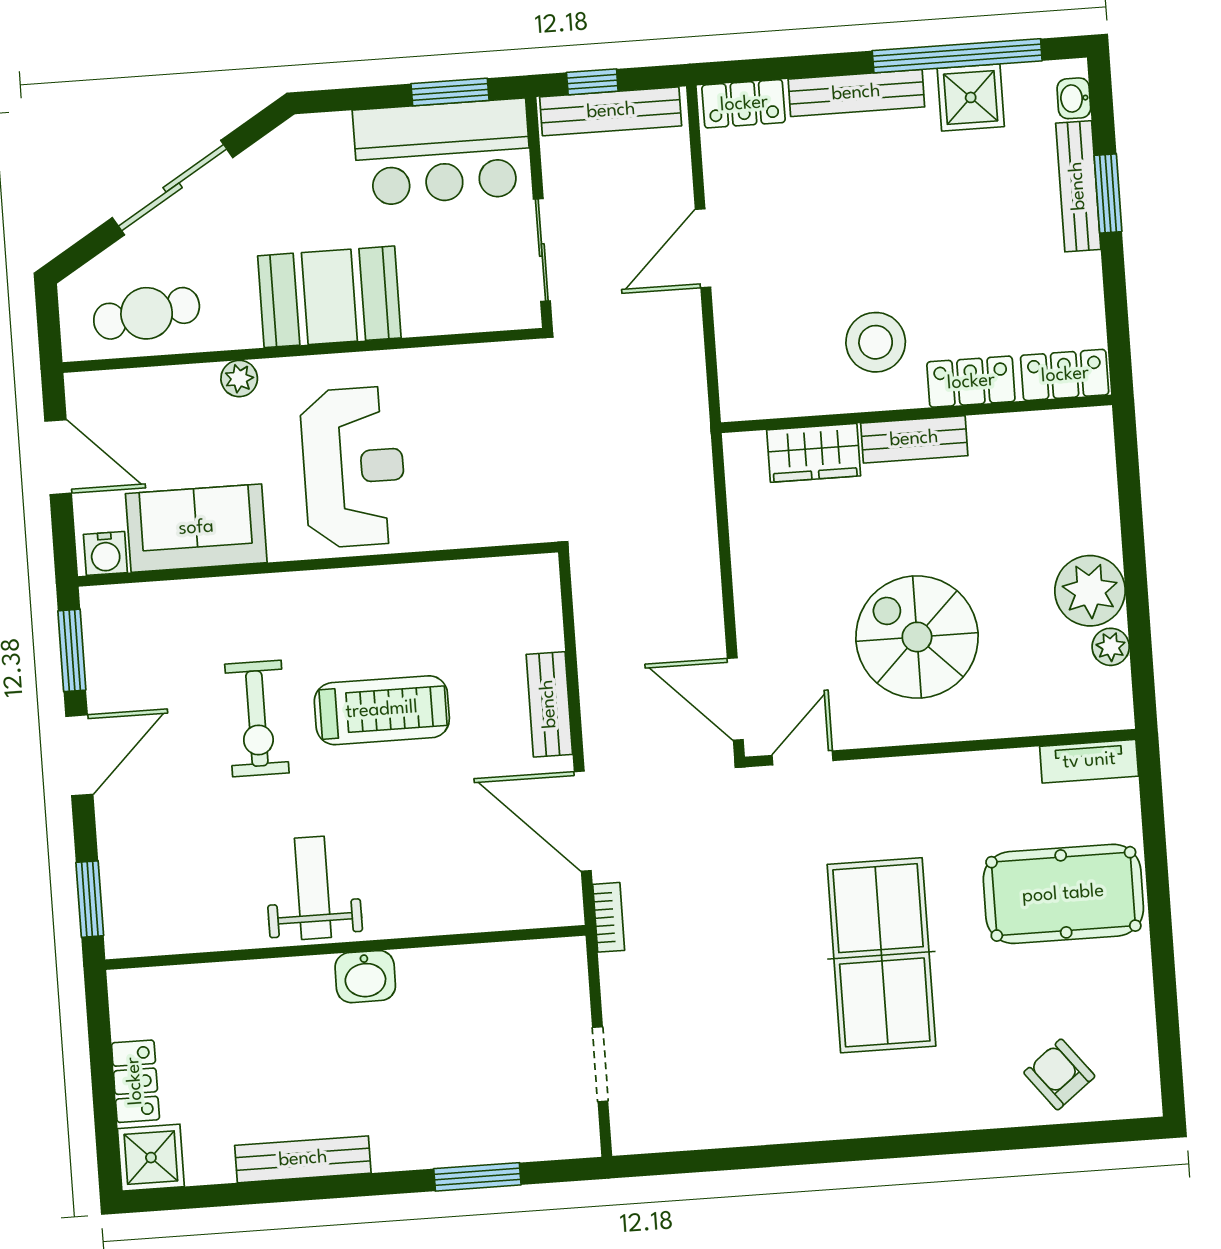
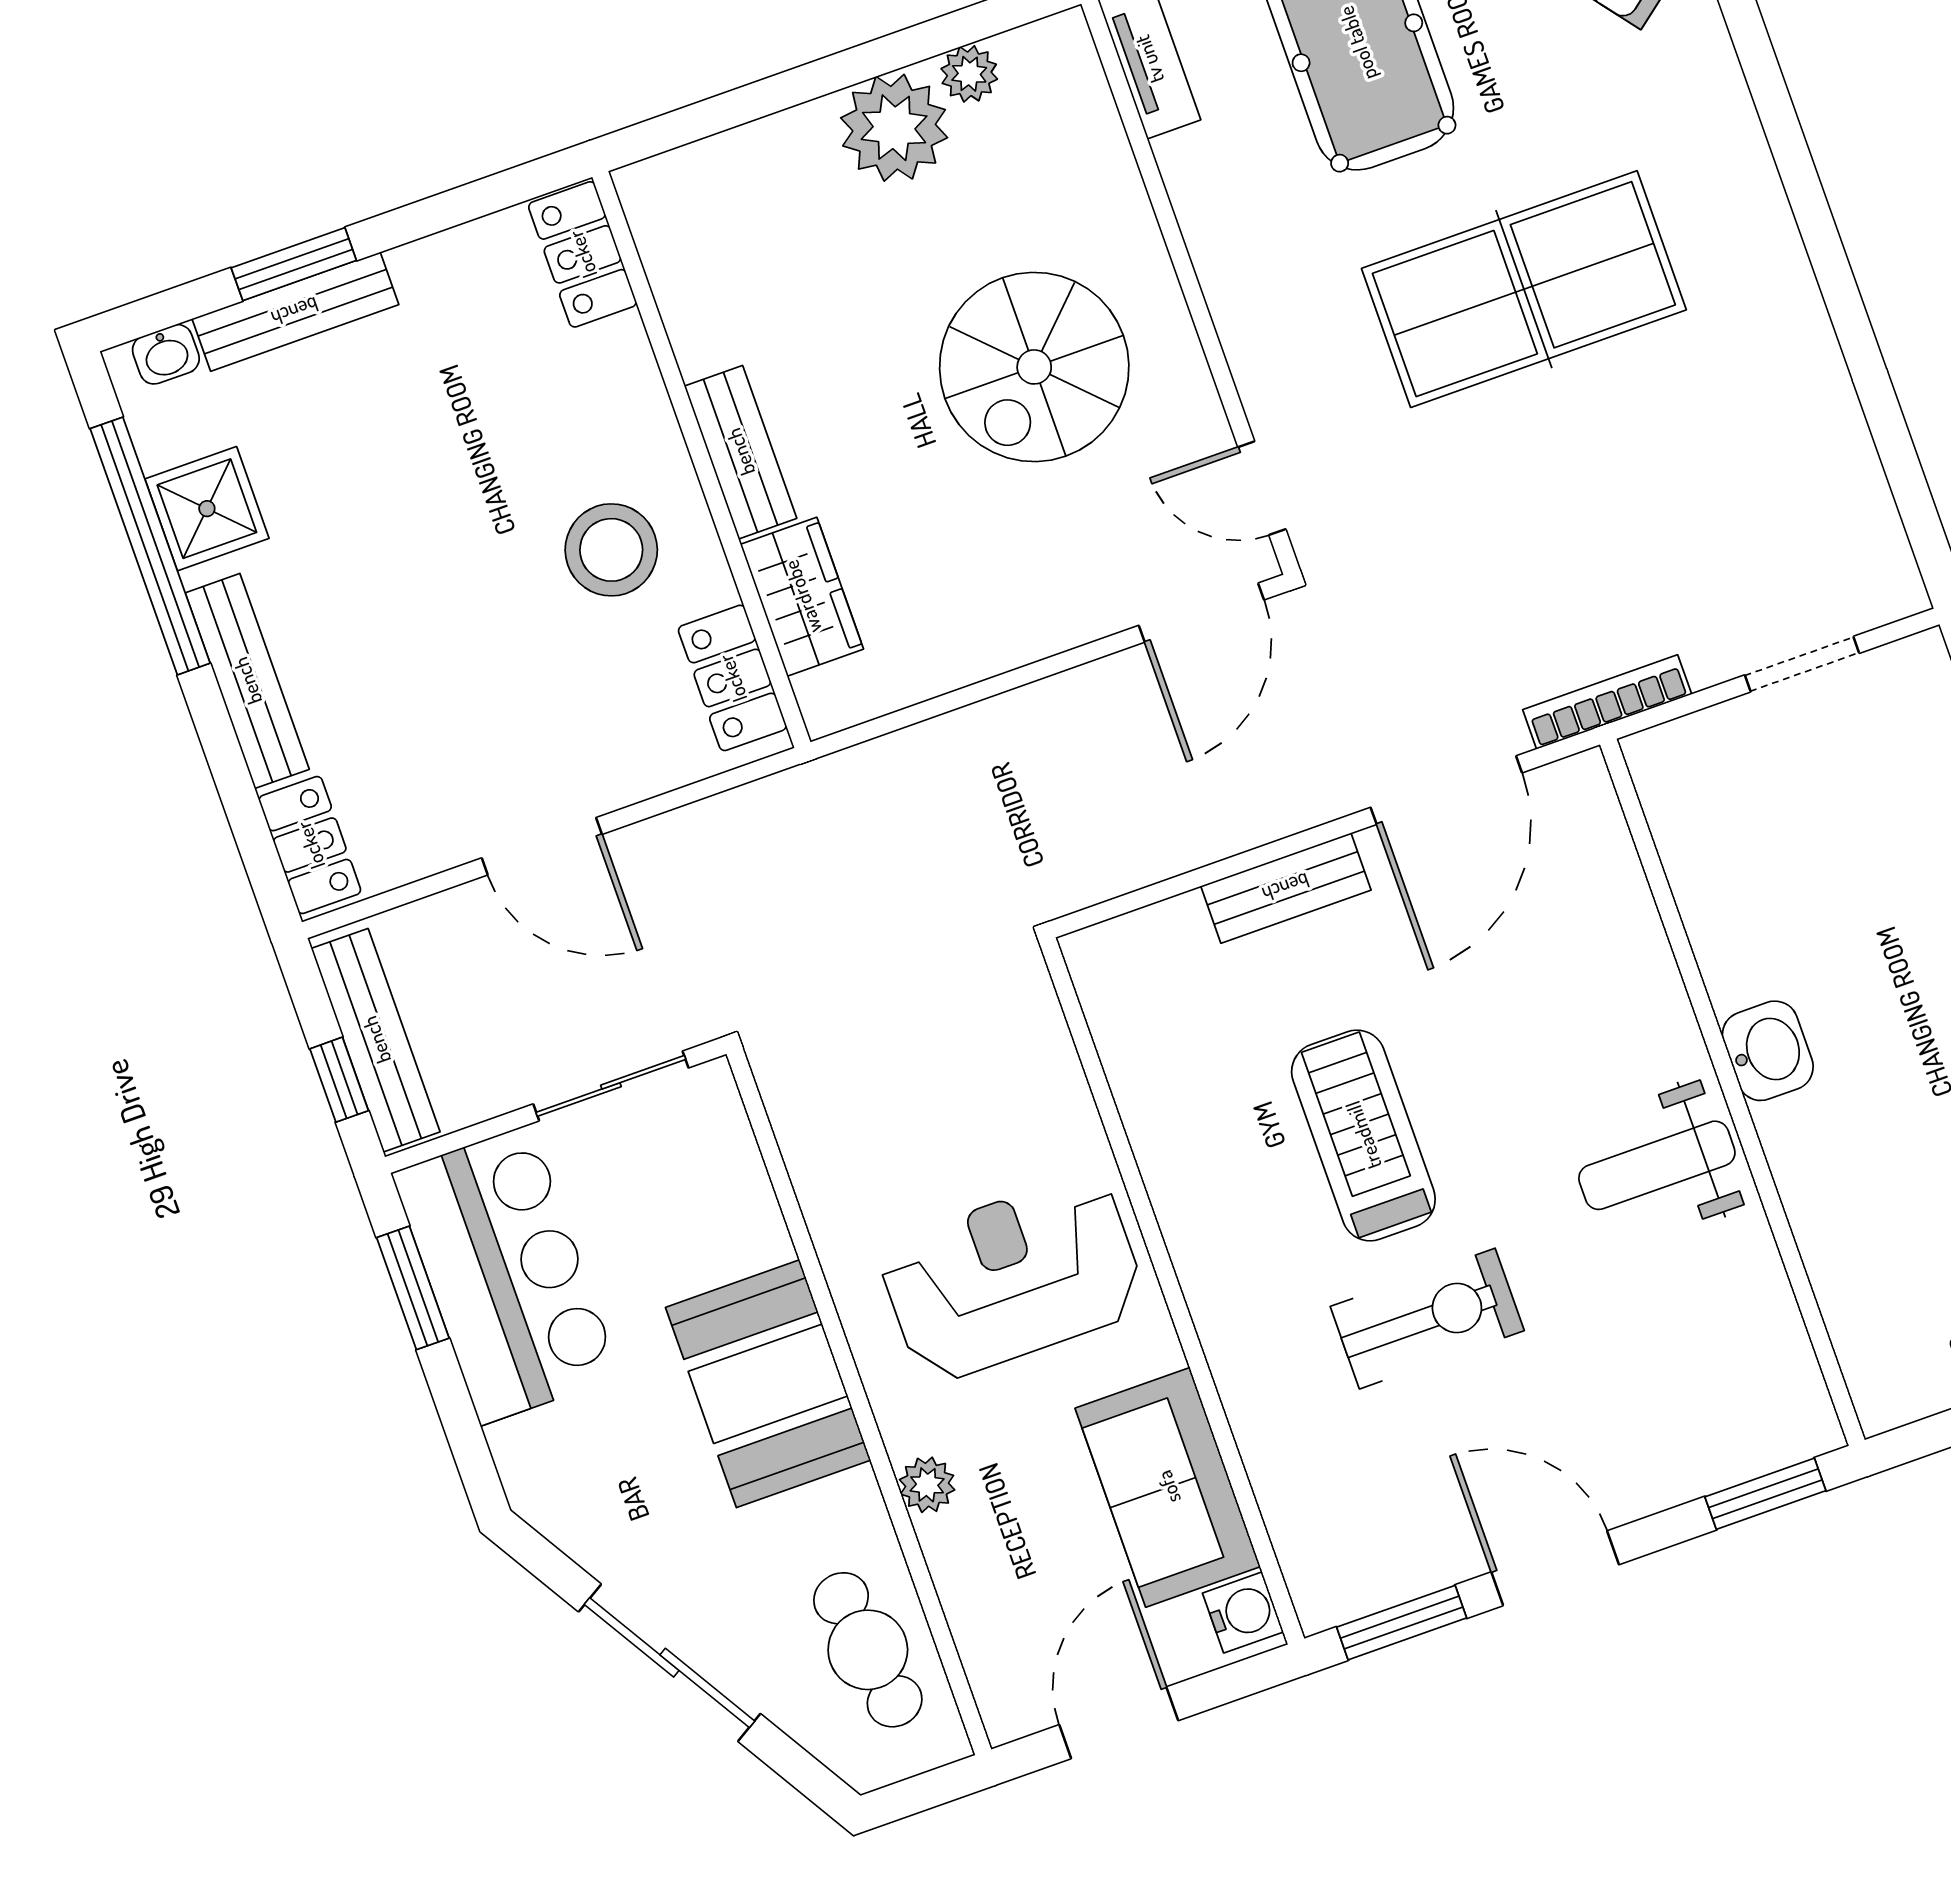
locker: (971, 382) -> (732, 678), moved
bookcase: (609, 917) -> (1607, 702), width x1.56

